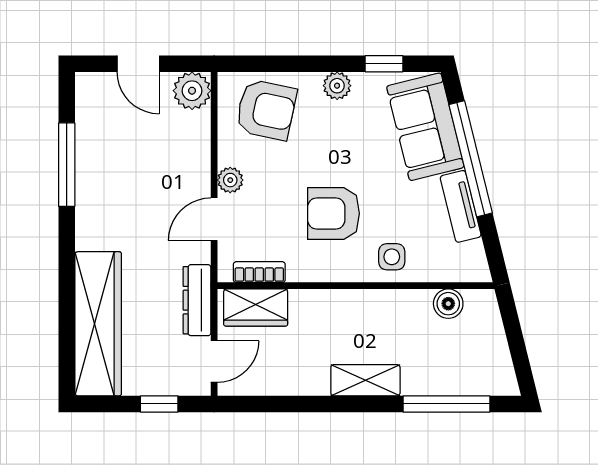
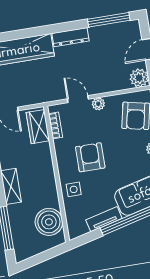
window: (67, 165) -> (109, 20), moved
dresser: (197, 300) -> (70, 37), moved, turned 180
boiler: (448, 304) -> (49, 222), width x1.86, depth x1.86

